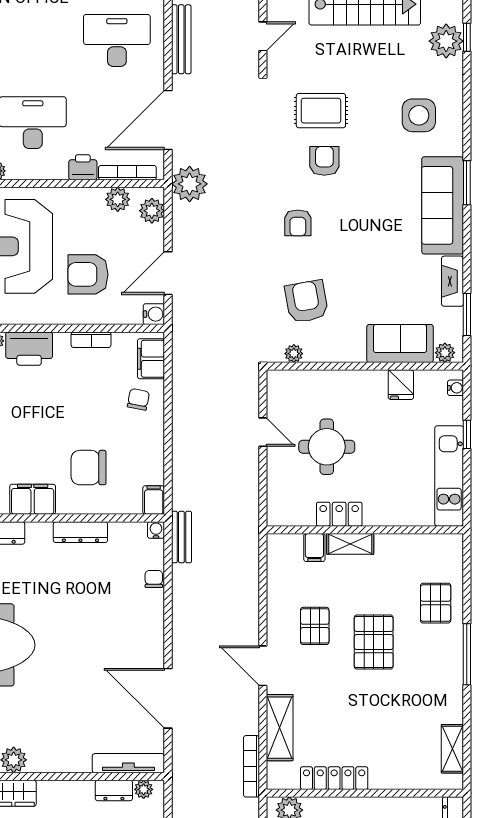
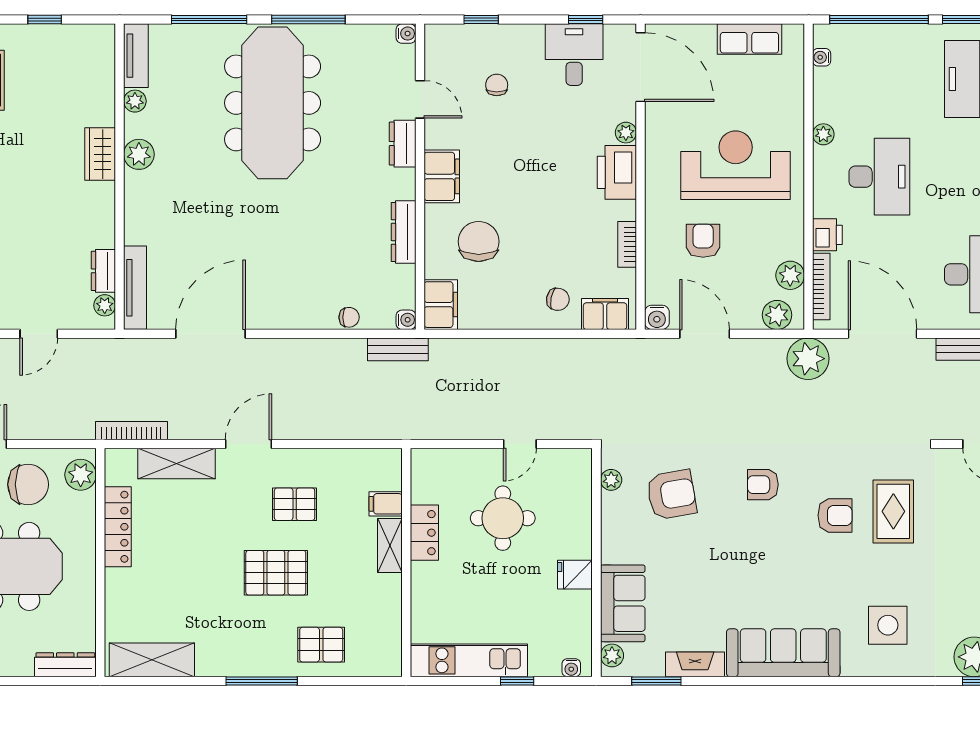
window: (467, 183) -> (809, 681), removed
armchair: (88, 274) -> (703, 241), width x0.72, depth x0.72
fridge: (401, 385) -> (575, 575), moved
filing cabinet: (154, 500) -> (441, 305), width x2.00
shelving: (452, 749) -> (152, 660), width x1.50, depth x1.33

